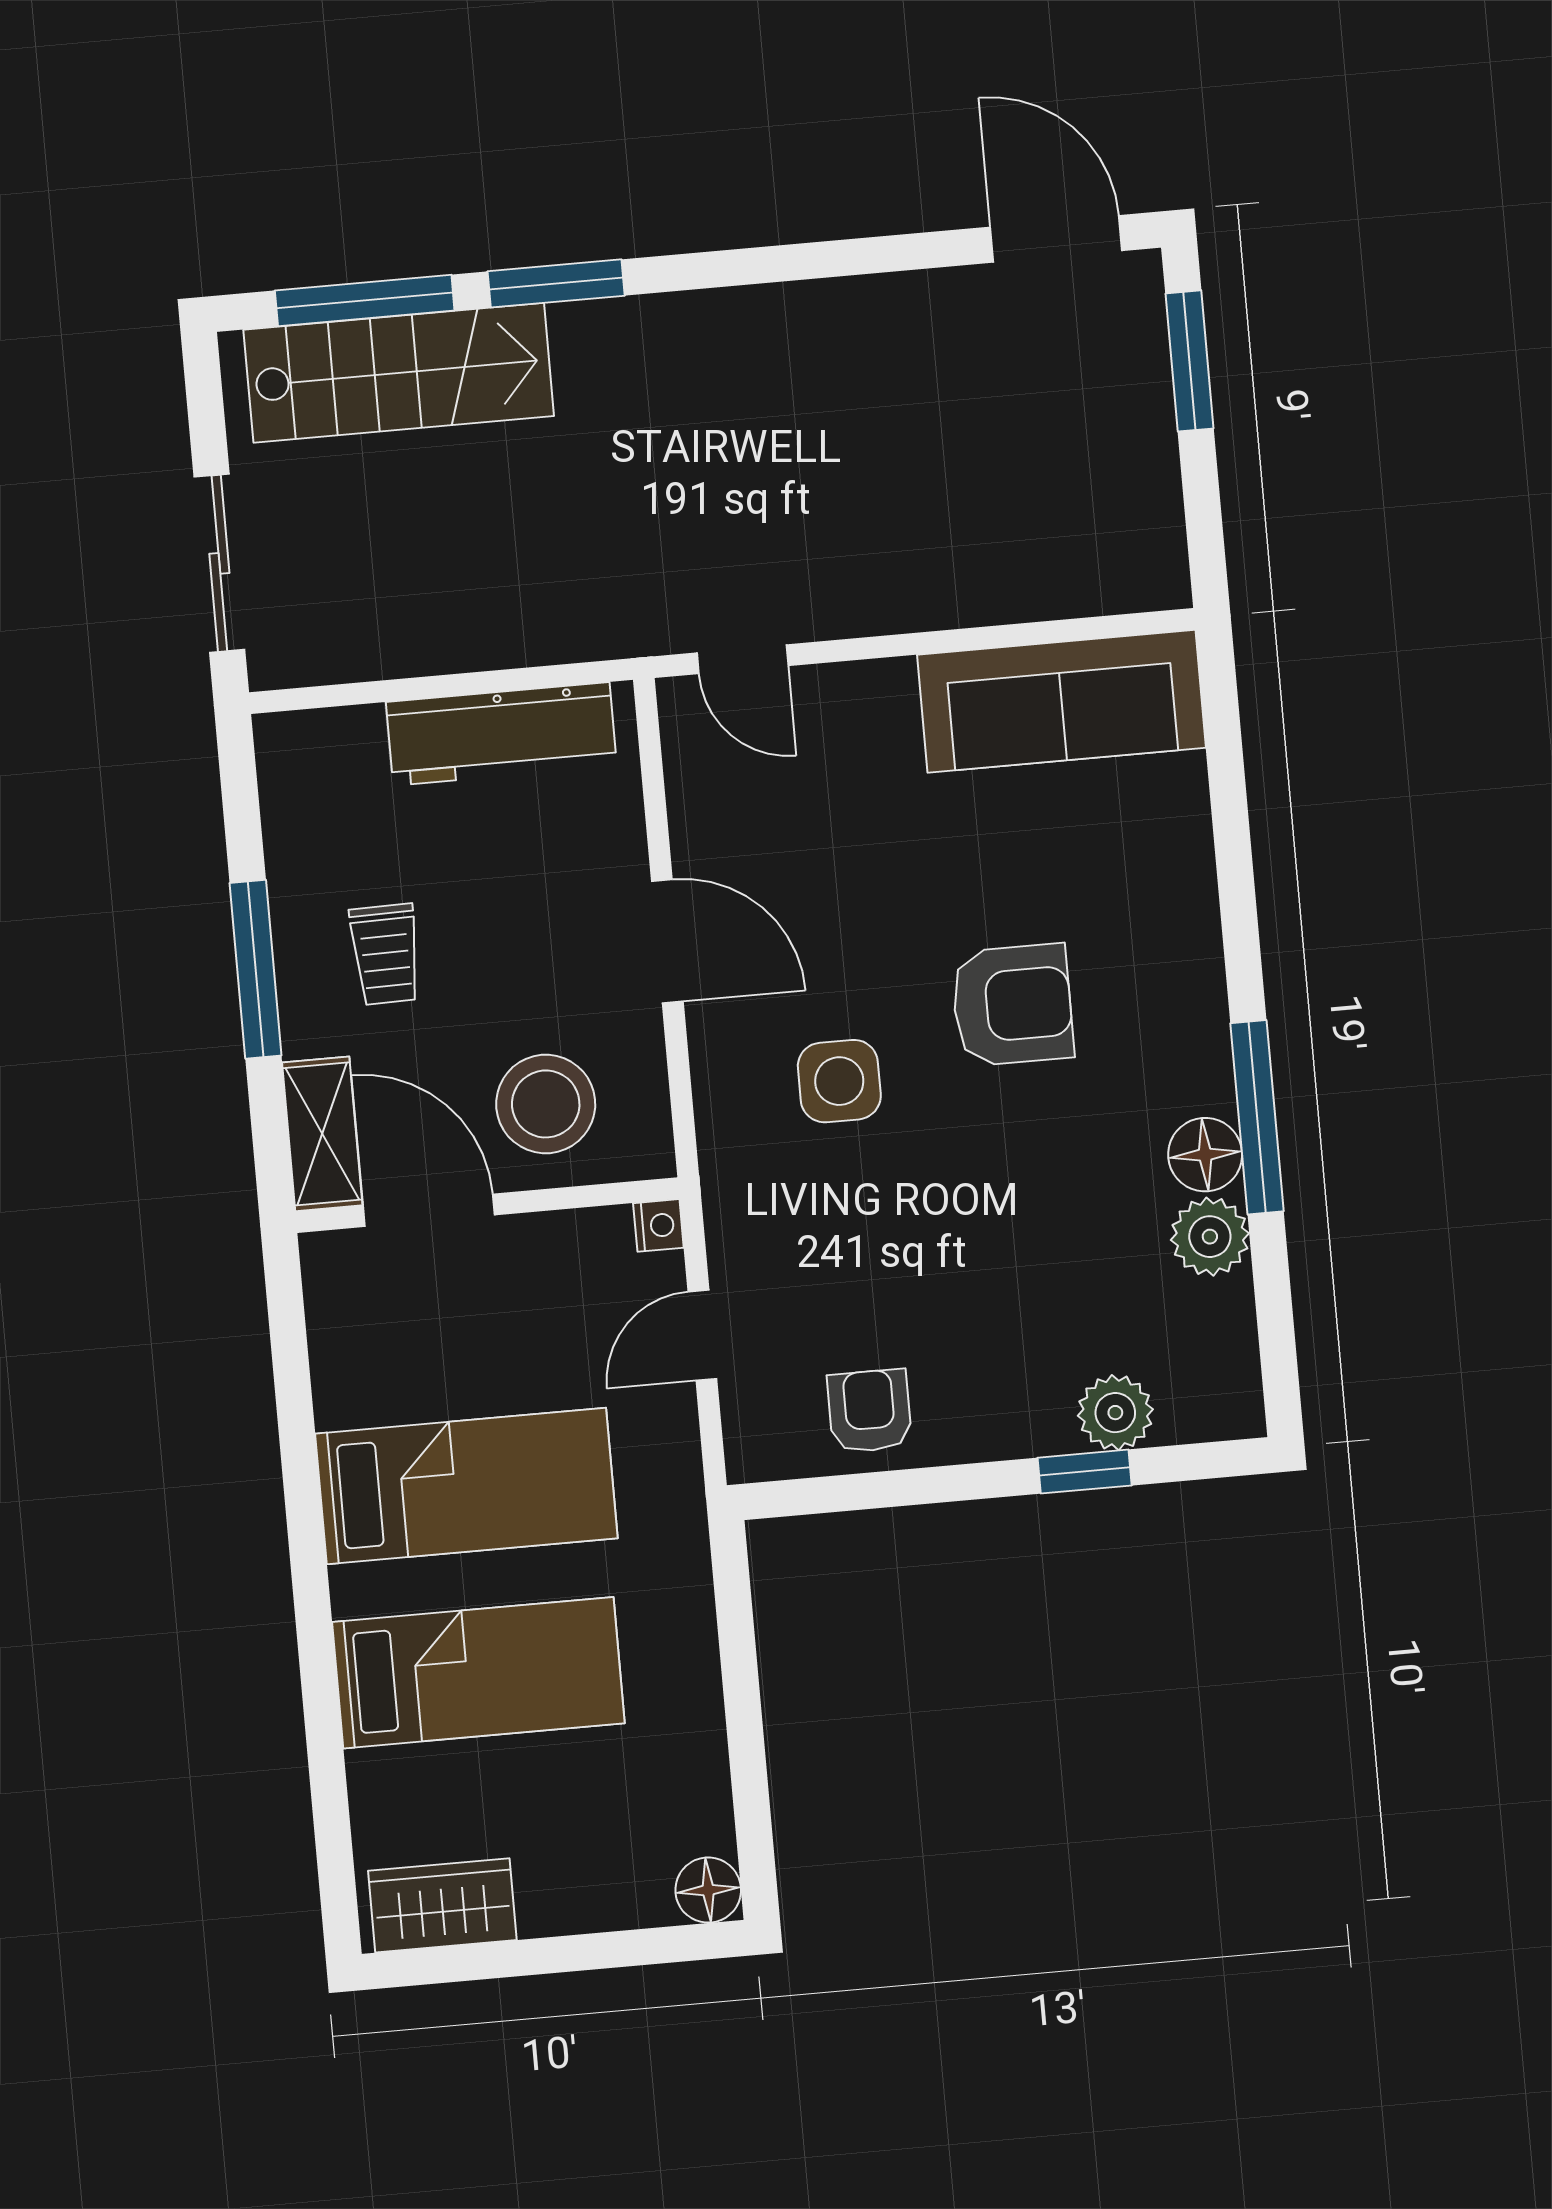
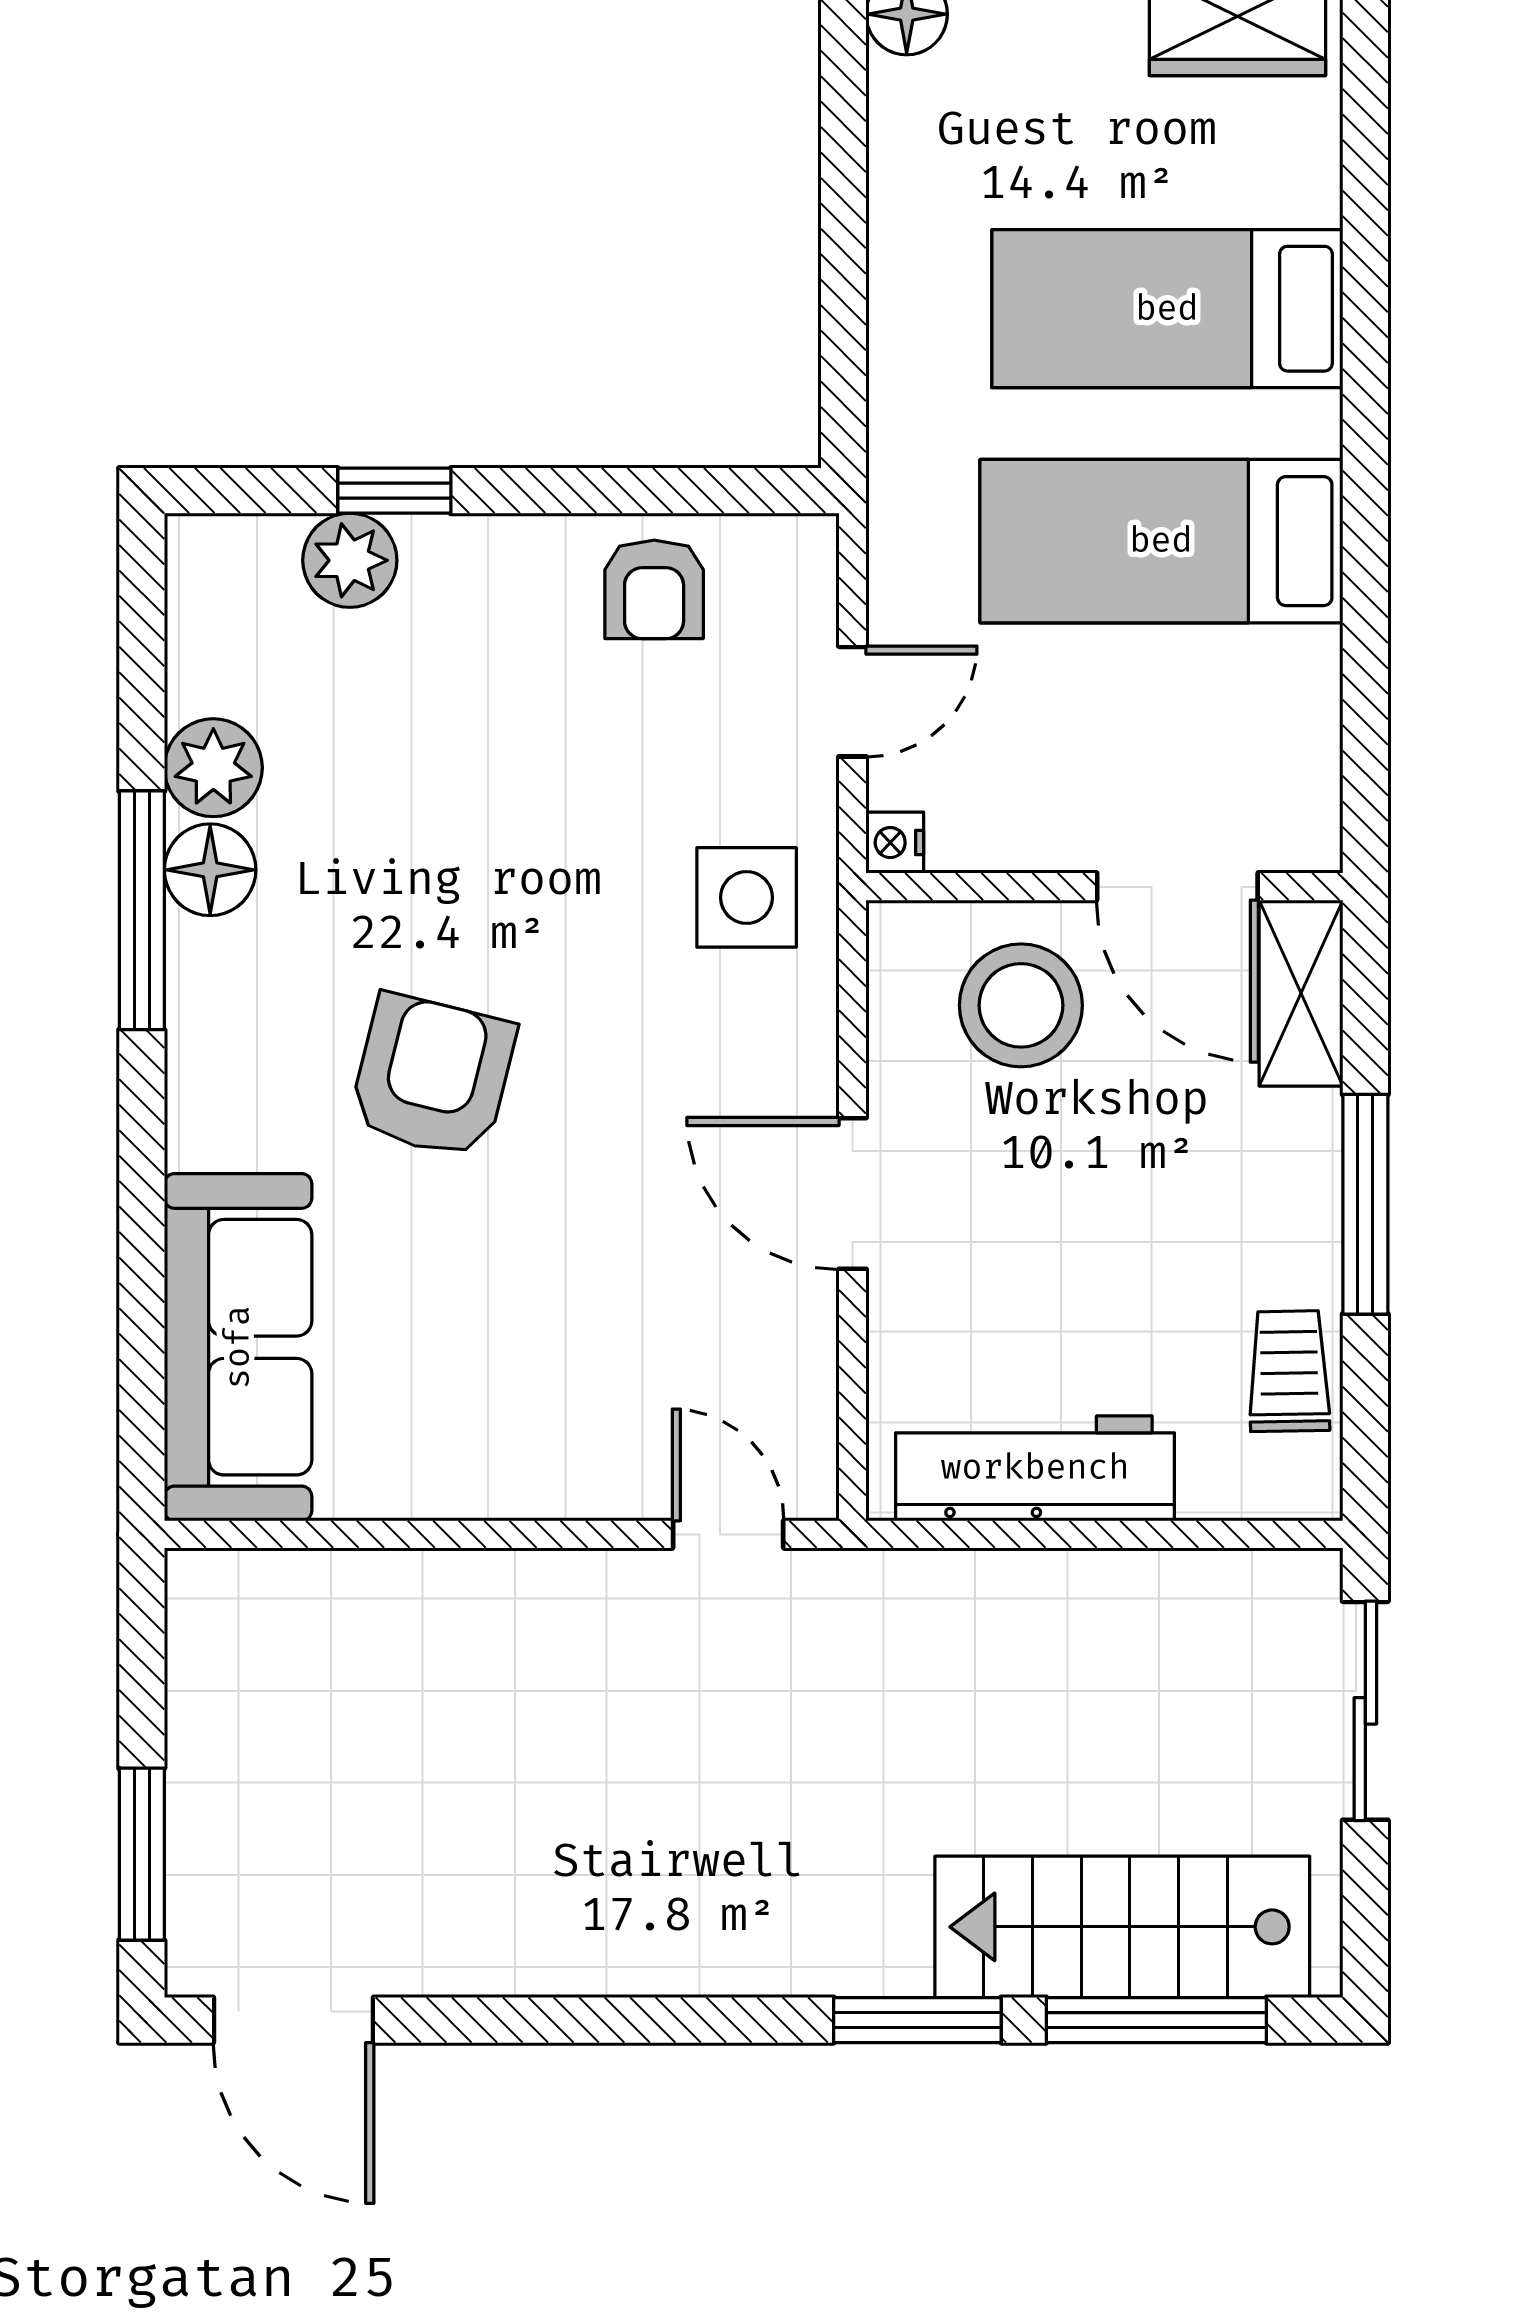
sofa: (1061, 701) -> (238, 1347), moved, turned 90
trolley: (385, 954) -> (1289, 1371), moved
armchair: (1012, 1005) -> (432, 1076), turned 104
side table: (839, 1081) -> (747, 897), moved

